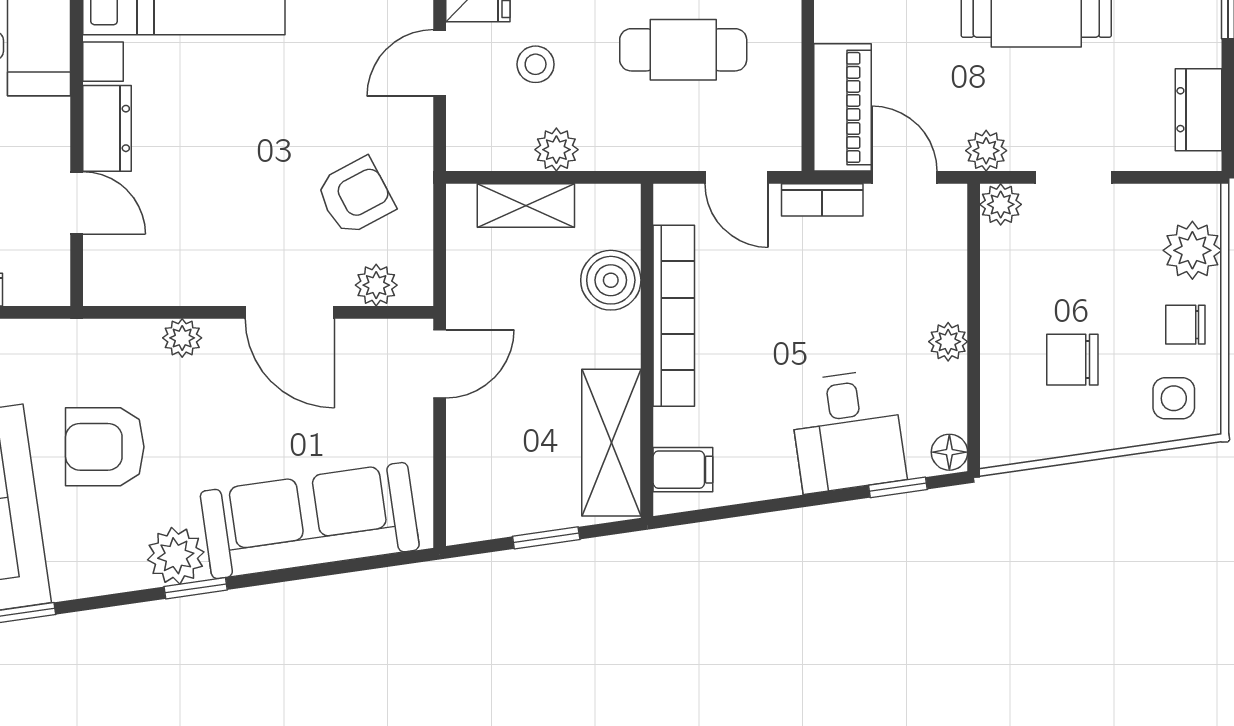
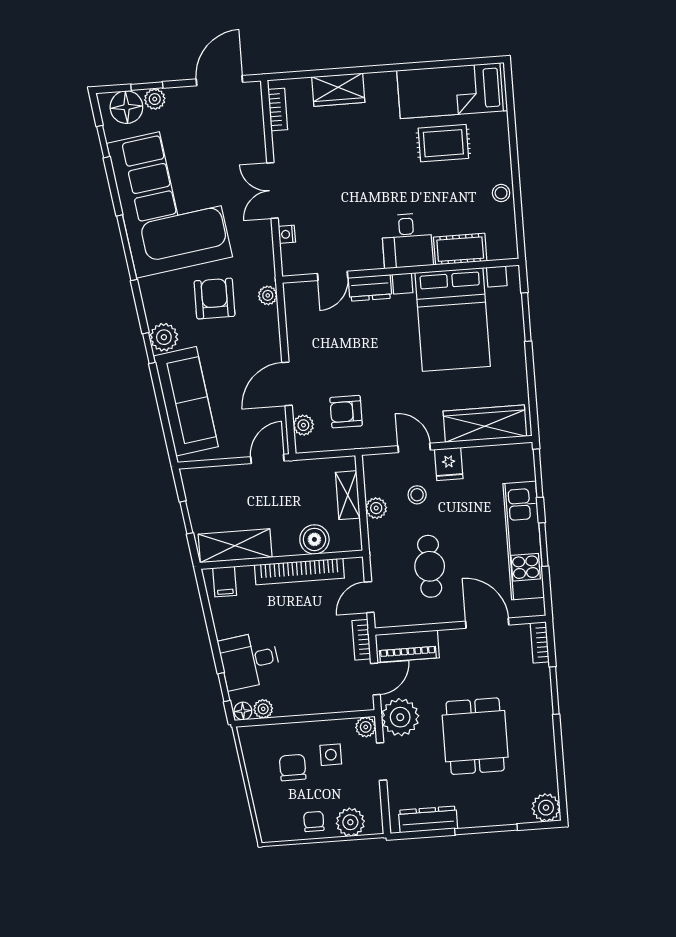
dresser: (1198, 110) -> (428, 819), width x1.44
plant: (986, 151) -> (400, 717), width x1.88, depth x1.88
armchair: (355, 196) -> (346, 412), turned 118
plant: (182, 338) -> (268, 295), moved
plant: (948, 342) -> (263, 709), moved
door: (440, 364) -> (267, 459), swing flipped
side table: (1174, 398) -> (331, 755), moved

